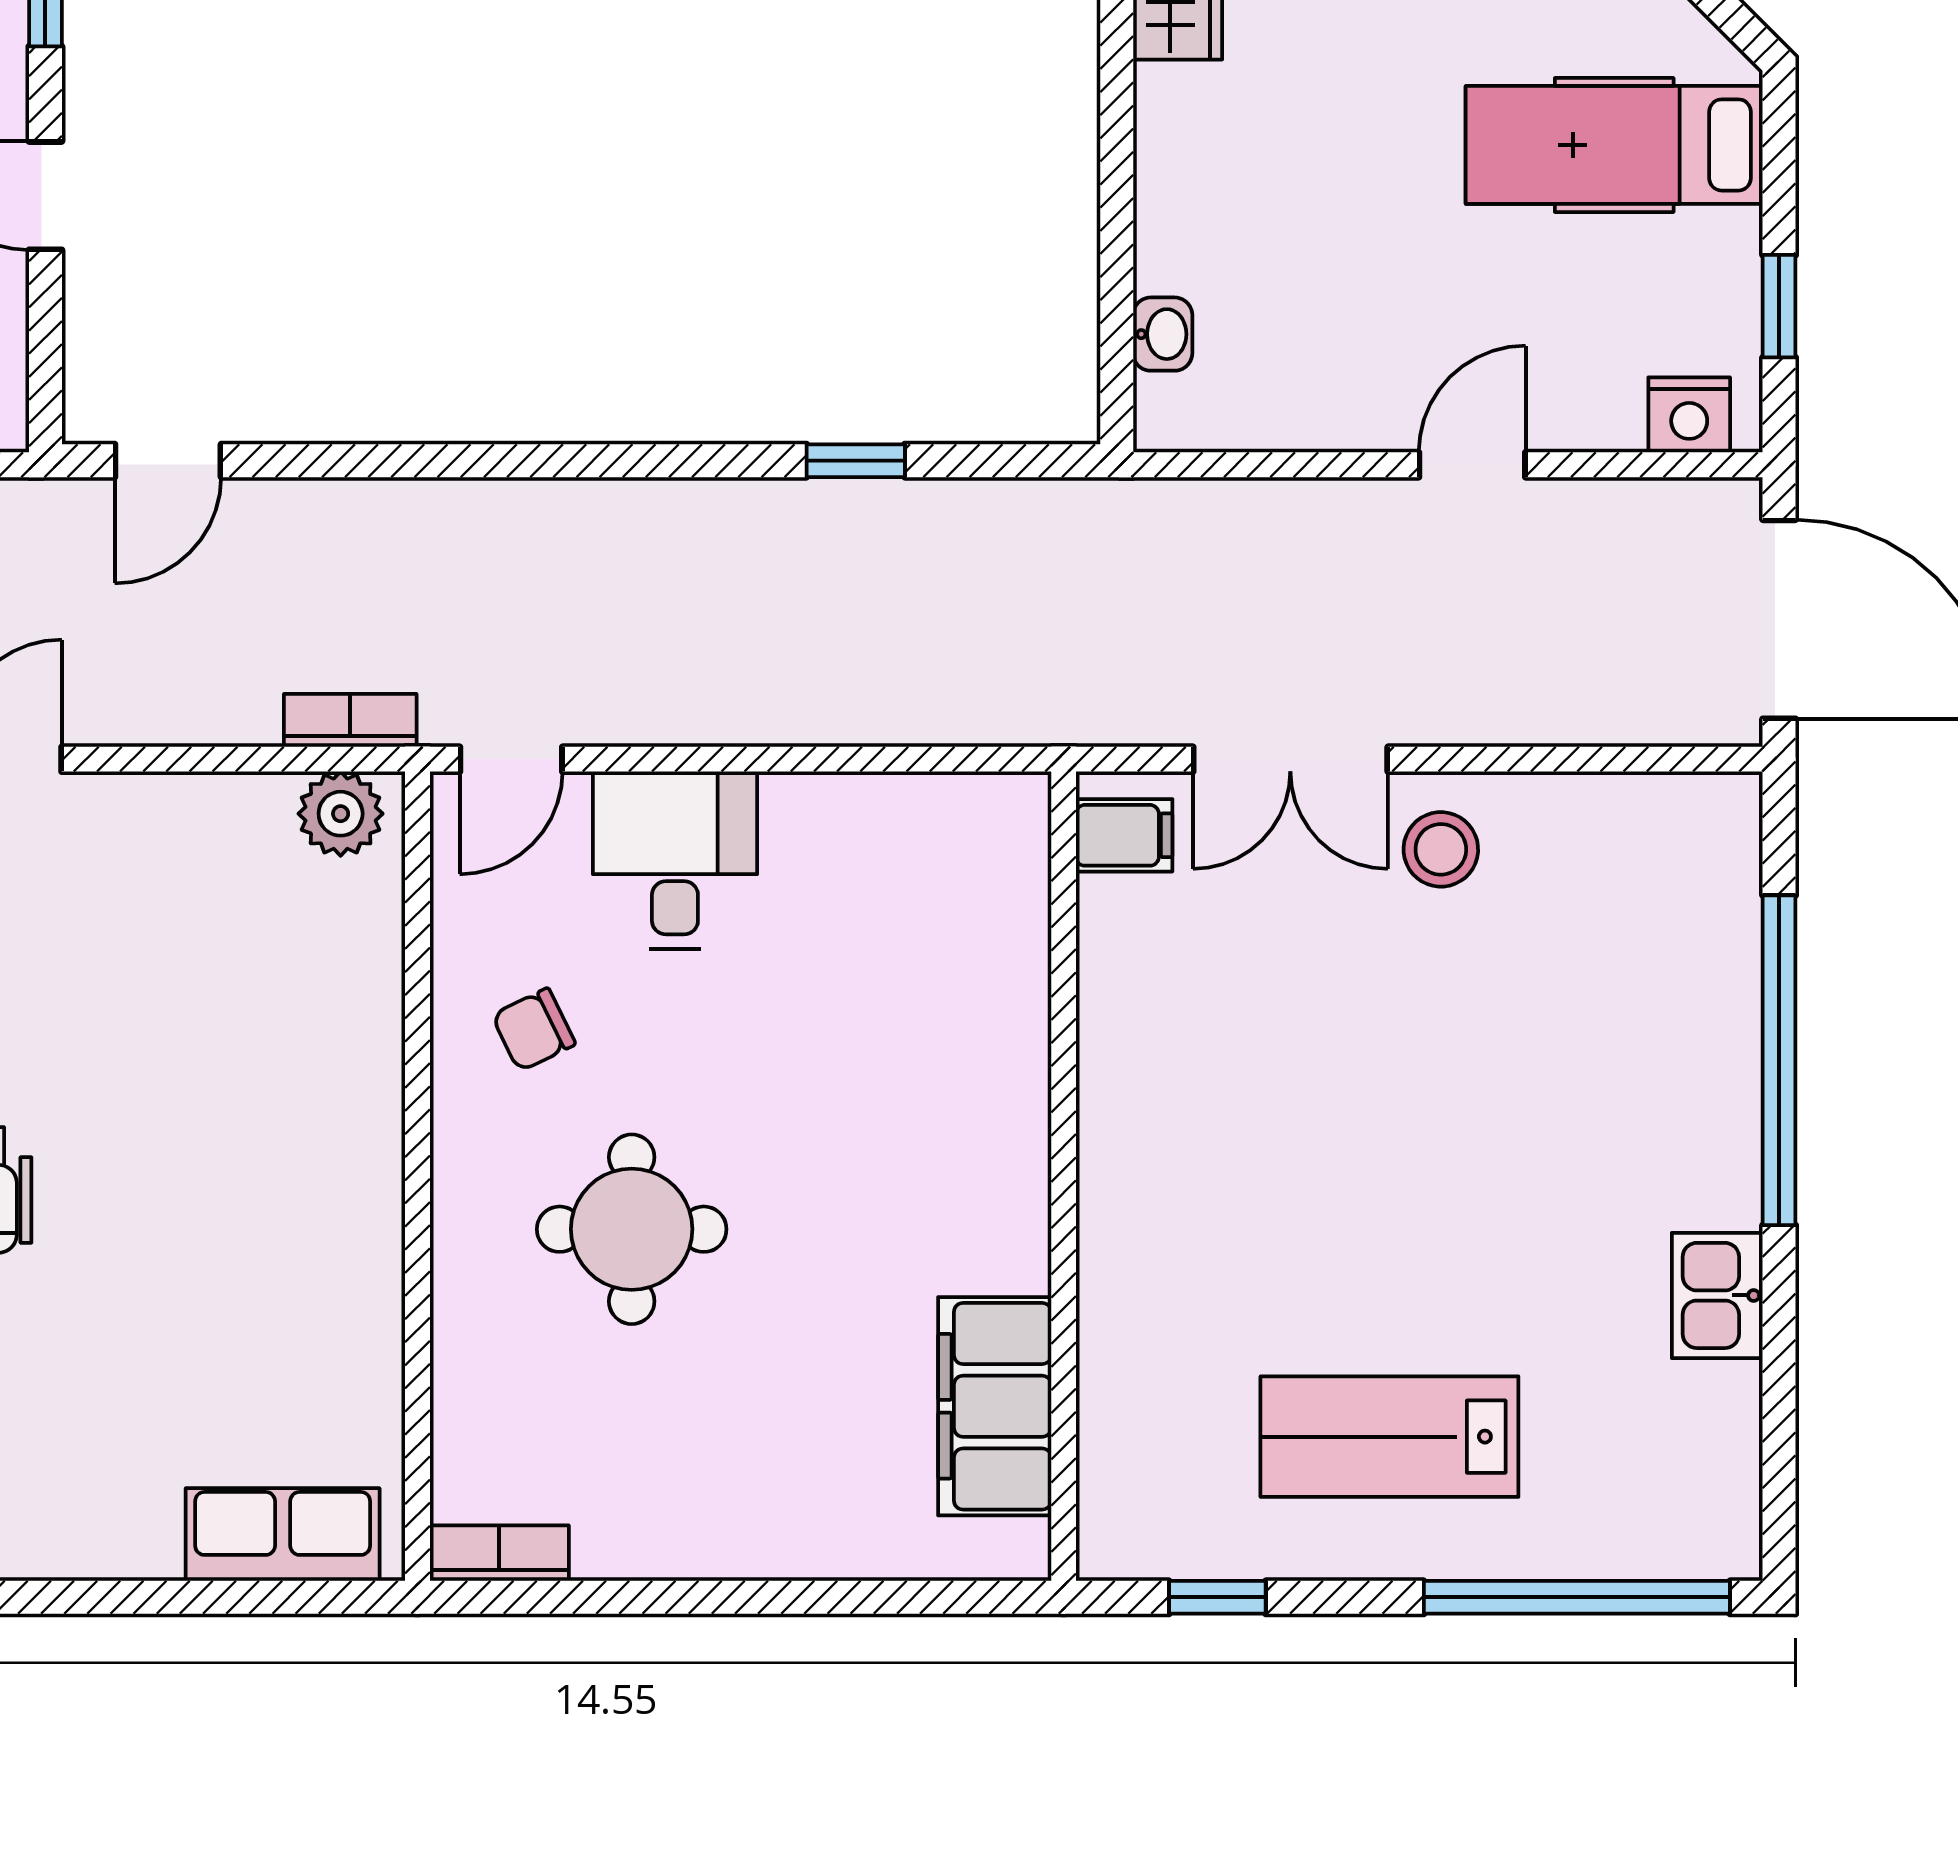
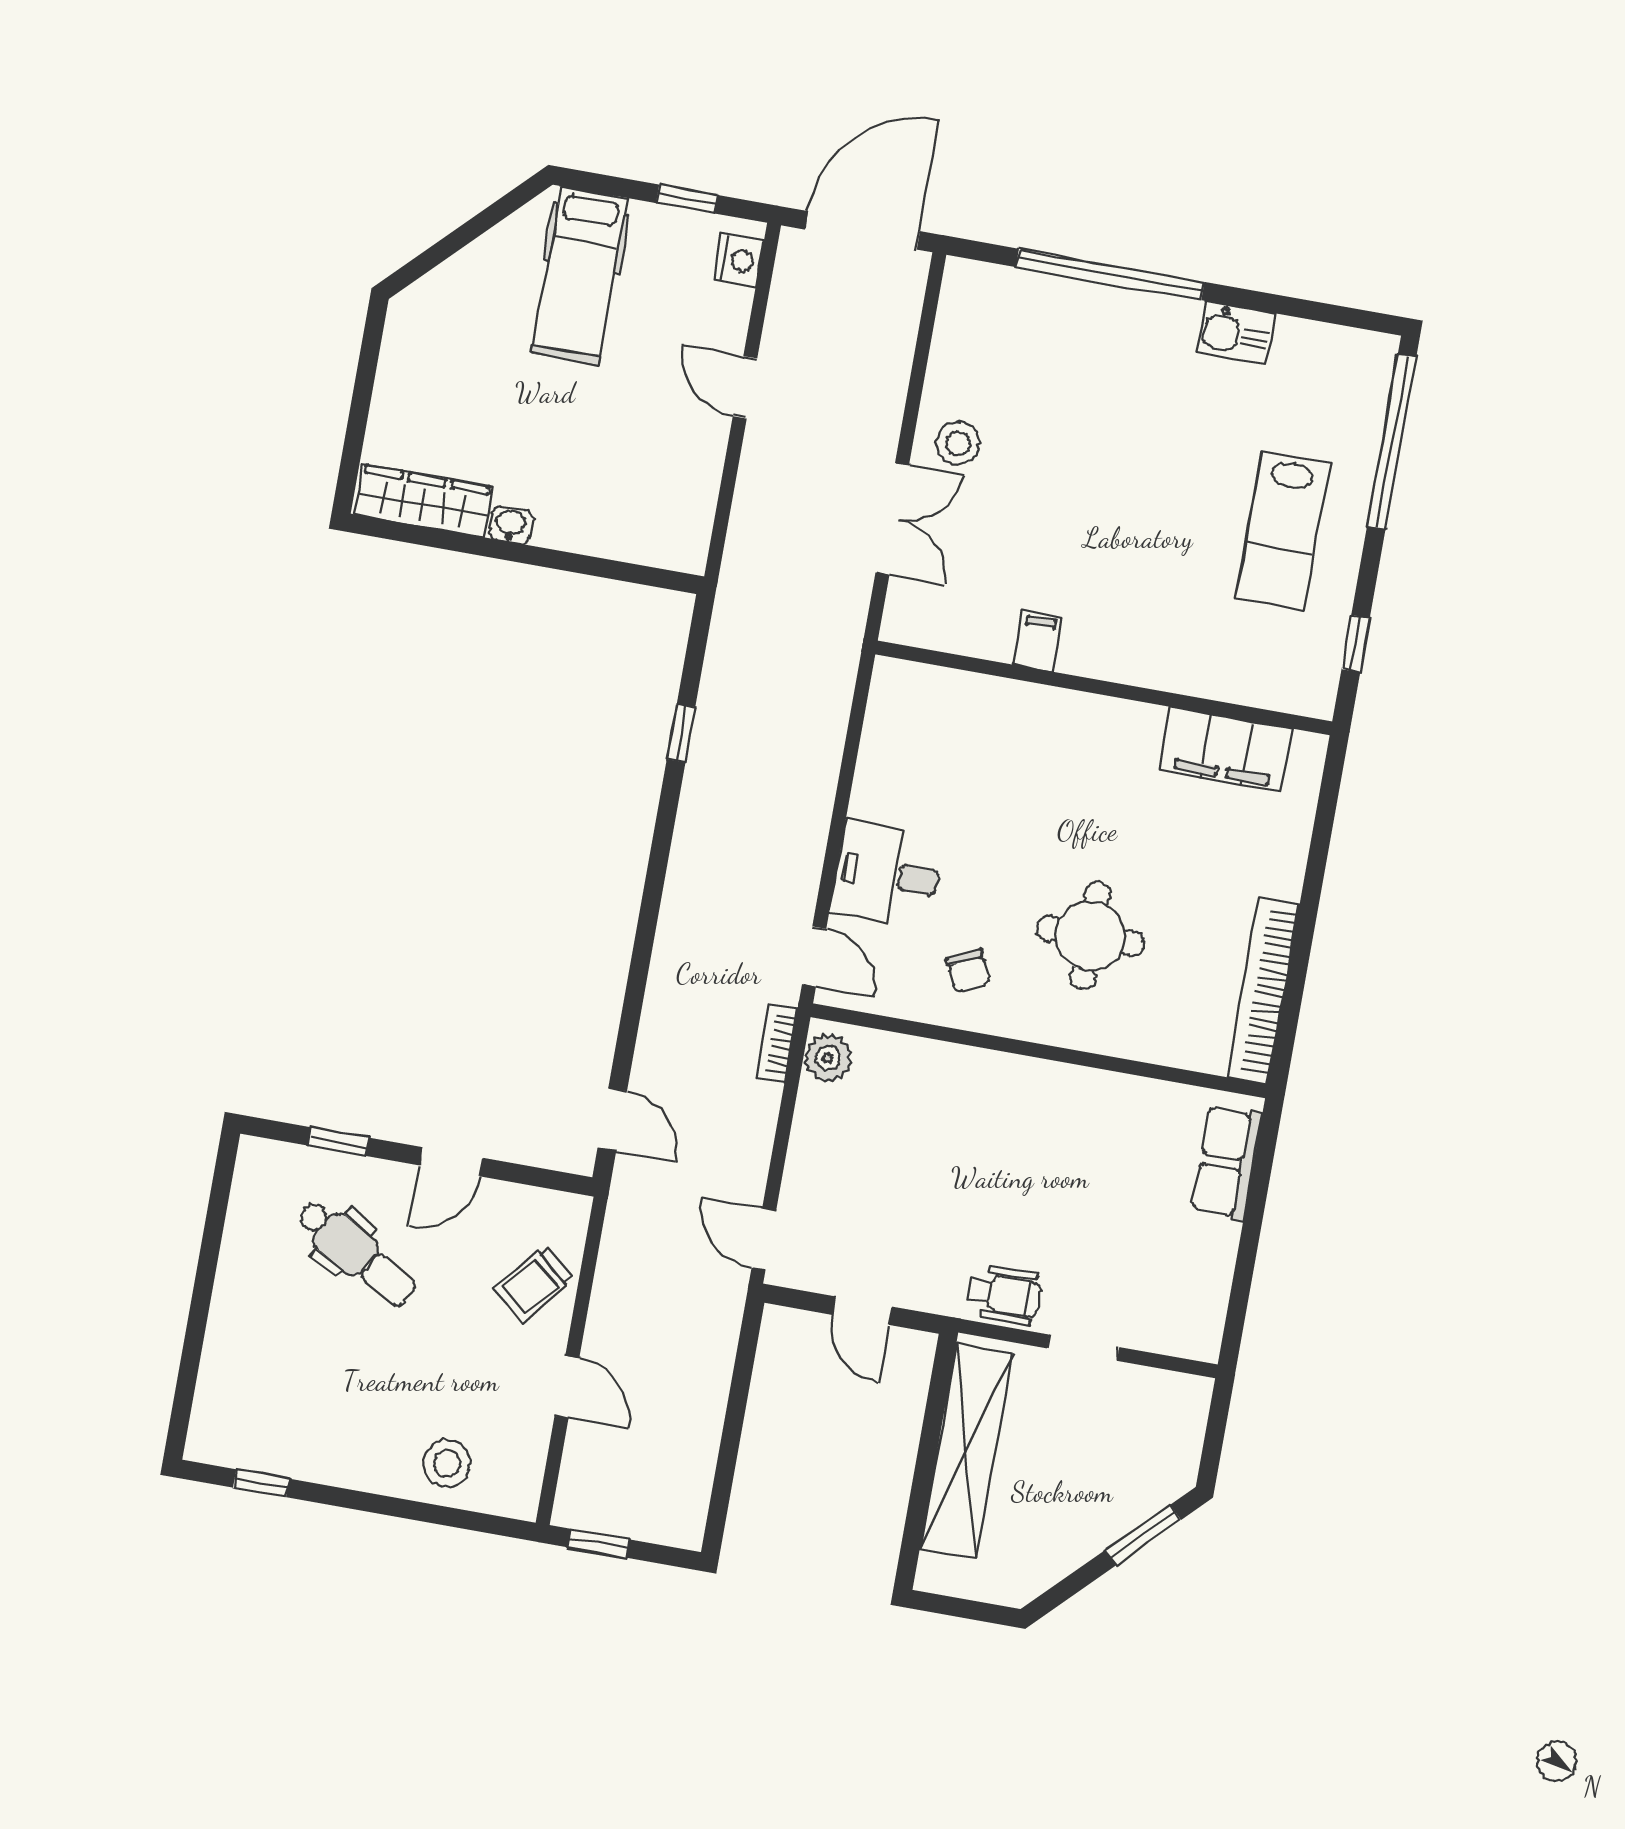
washbasin: (1163, 334) -> (511, 525), moved
filing cabinet: (1124, 835) -> (1038, 641), moved
bookcase: (499, 1553) -> (1263, 990), width x2.31, depth x1.31

